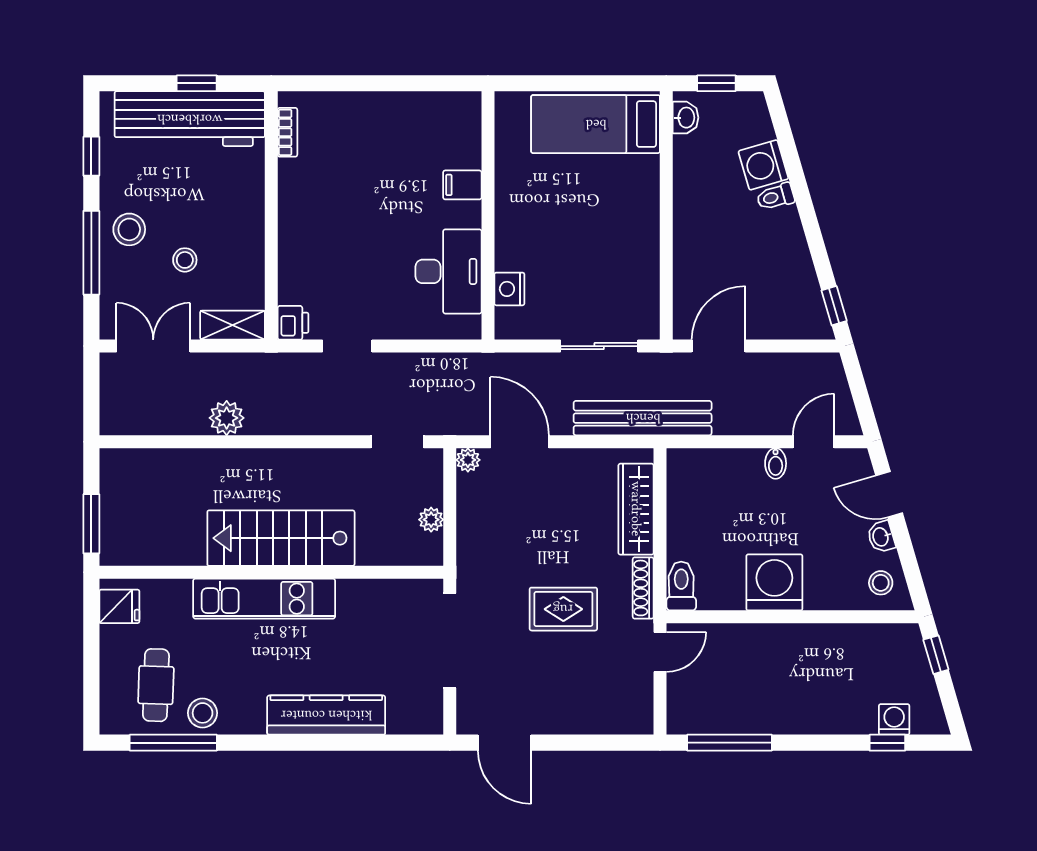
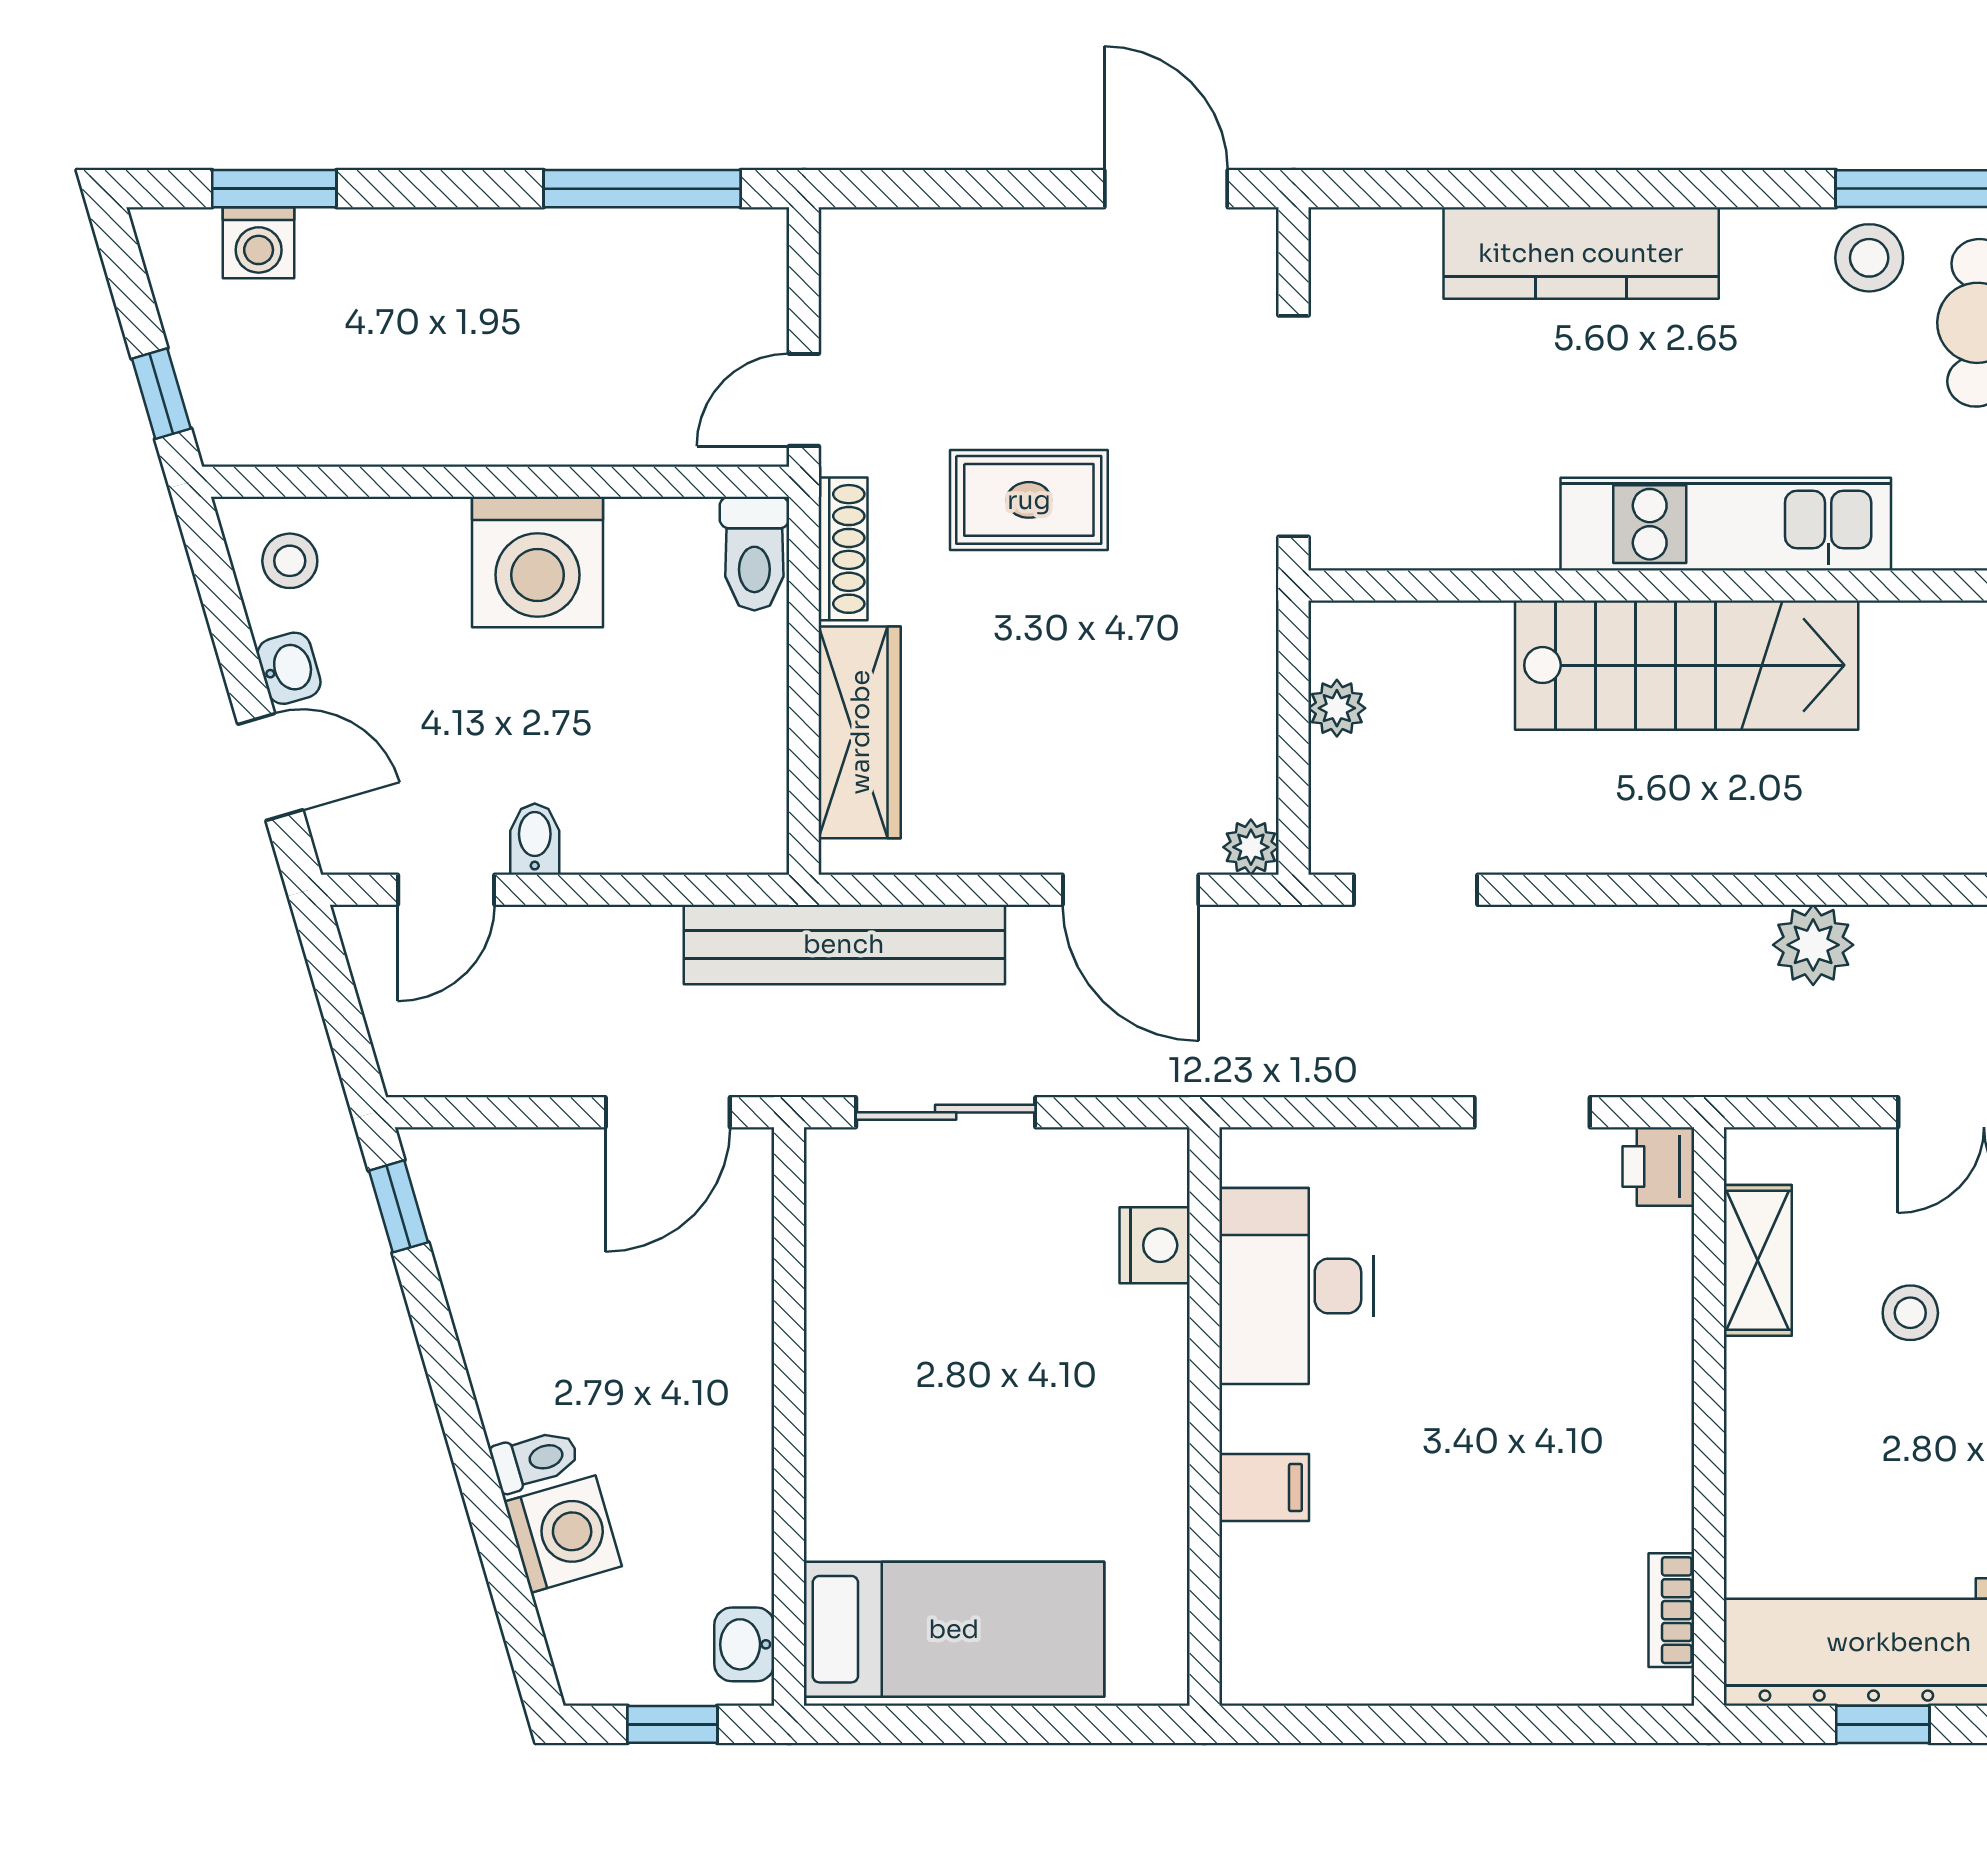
shelving: (233, 325) -> (1758, 1260), moved, turned 90
window: (887, 743) -> (274, 189), width x1.50

